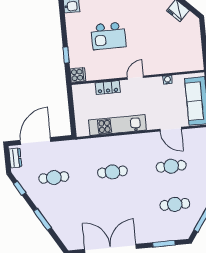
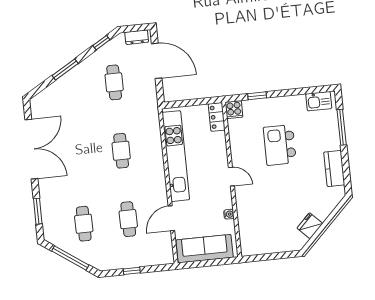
locker: (108, 88) -> (217, 117), moved
kitchen unit: (117, 125) -> (176, 156), width x1.36

